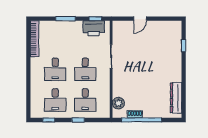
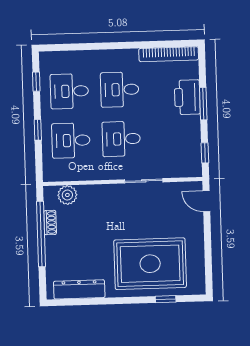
door: (140, 19) -> (206, 201), moved
printer: (94, 28) -> (187, 97), moved
rug: (162, 54) -> (150, 264), added

